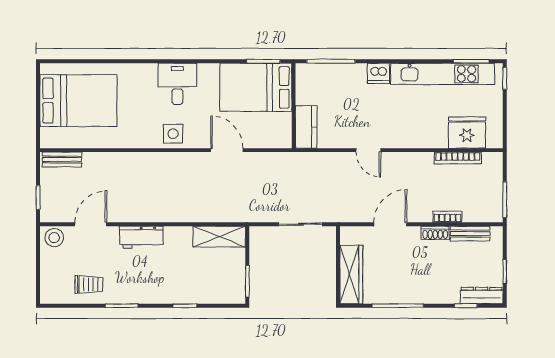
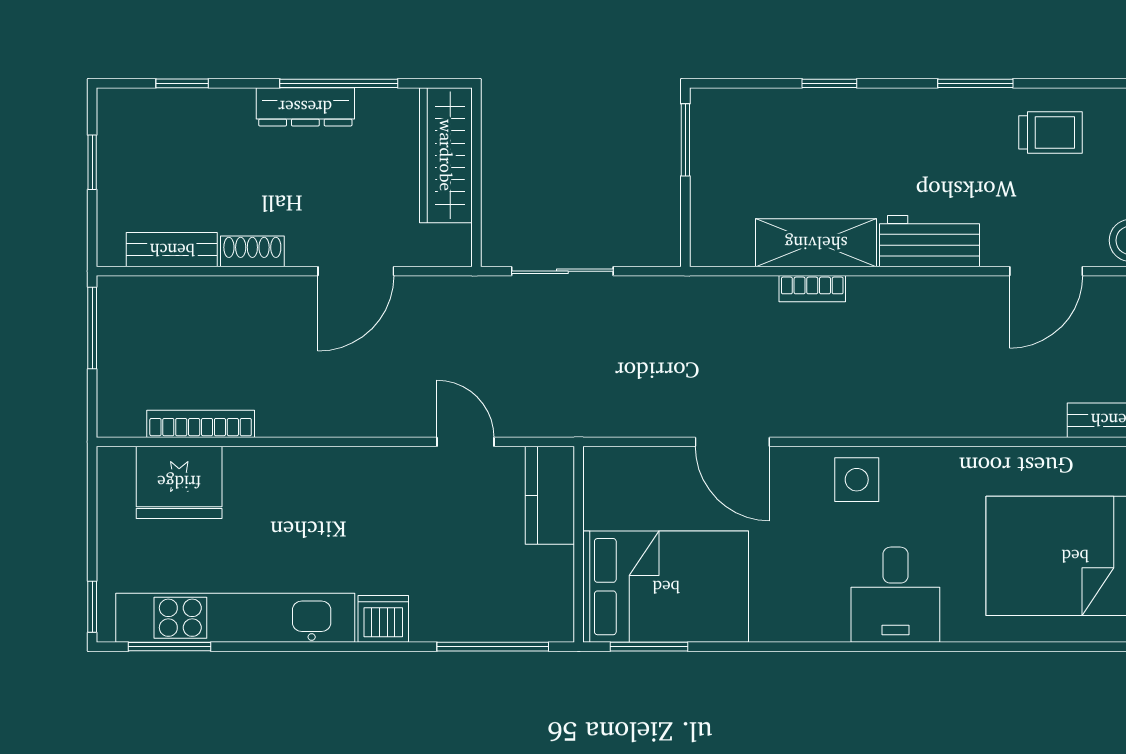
desk: (177, 84) -> (895, 595), moved
door: (368, 150) -> (465, 442), moved
bookcase: (447, 217) -> (812, 289), moved
shelving: (219, 237) -> (816, 243), moved
trolley: (89, 284) -> (1050, 132), turned 180
dresser: (482, 296) -> (305, 107), moved

